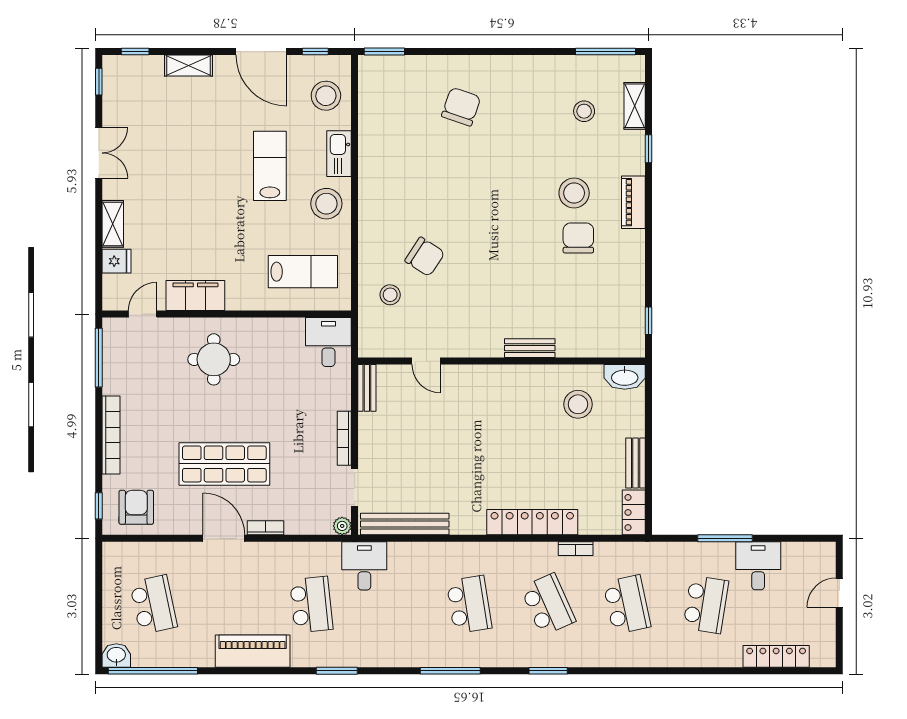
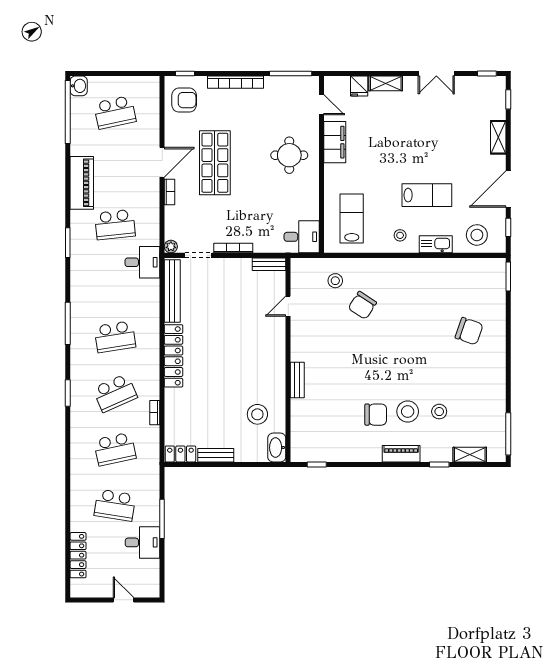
stool: (584, 111) -> (439, 412), moved
stool: (326, 204) -> (400, 235), width x0.53, depth x0.53
lab bench: (303, 272) -> (352, 219), turned 180
locker: (532, 522) -> (174, 356), moved

